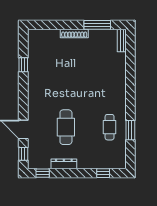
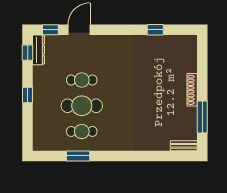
cafe table: (66, 127) -> (82, 80), width x0.73, depth x0.74
cafe table: (88, 127) -> (82, 106), added
dresser: (64, 164) -> (39, 50), moved
window: (103, 173) -> (28, 95), moved

